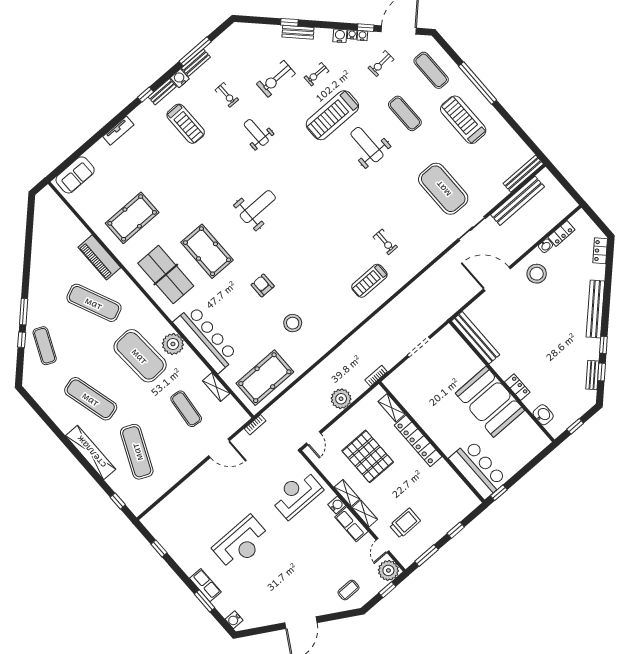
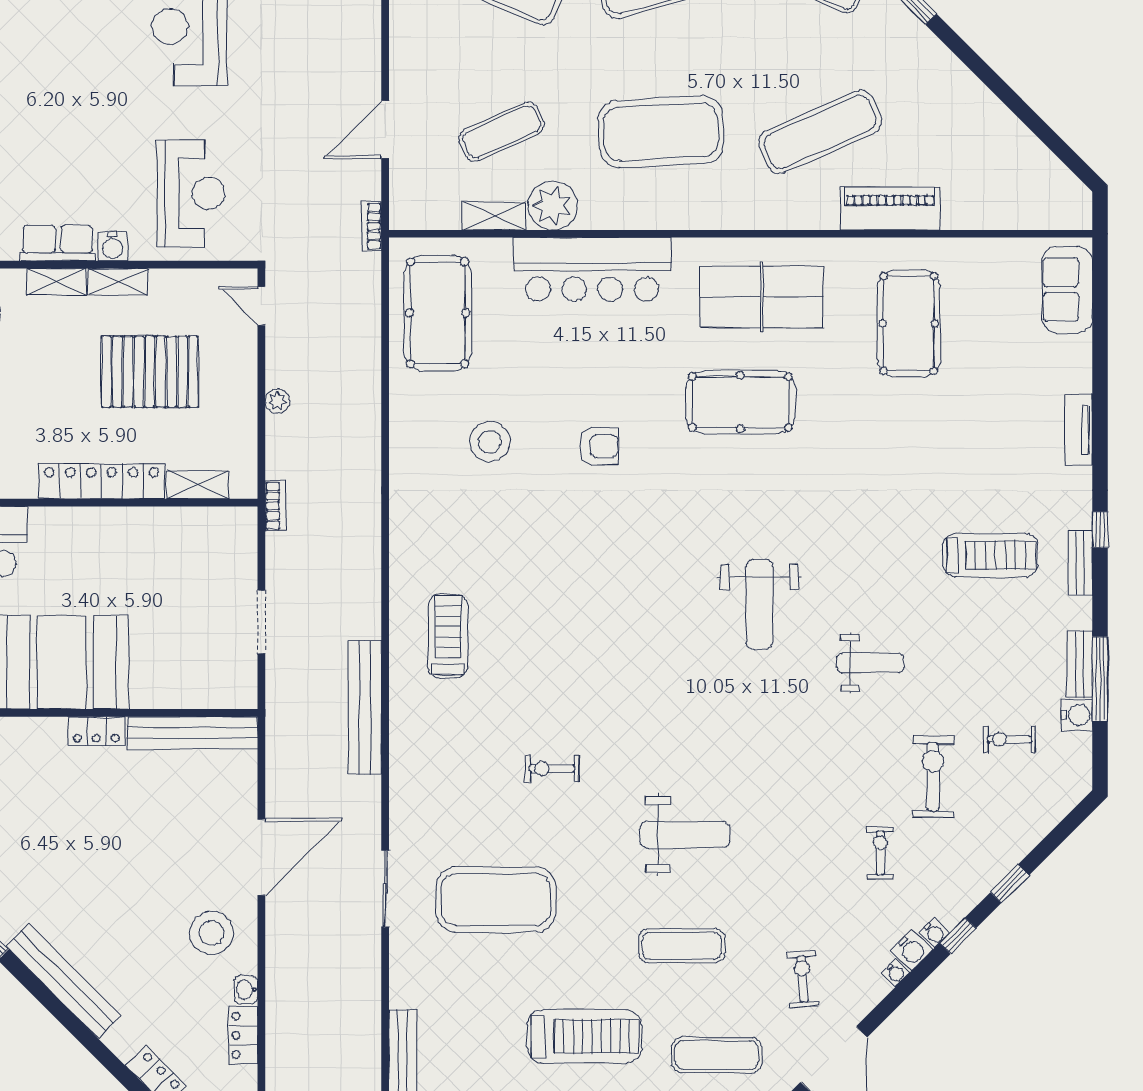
window: (366, 28) -> (958, 936), moved
bench: (298, 32) -> (980, 884), removed
water cooler: (362, 36) -> (934, 933), moved
water cooler: (180, 78) -> (1077, 715), moved
exercise bike: (227, 95) -> (1009, 739), moved
treadmill: (332, 115) -> (786, 819), removed
treadmill: (186, 124) -> (990, 555), turned 180
bench: (518, 201) -> (365, 707), moved
weight bench: (258, 207) -> (760, 604), moved
exercise bike: (385, 242) -> (552, 769), moved
plant: (173, 344) -> (553, 206), moved
locker: (517, 387) -> (96, 731), moved
plant: (341, 399) -> (277, 401), width x0.53, depth x0.53
exercise mat: (186, 409) -> (502, 132), turned -30

